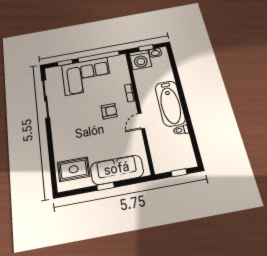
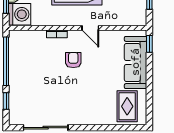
corner sofa: (86, 76) -> (28, 79), removed
window: (105, 186) -> (149, 44), moved

